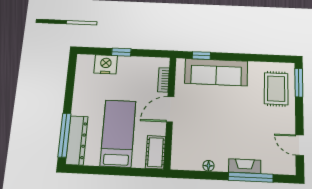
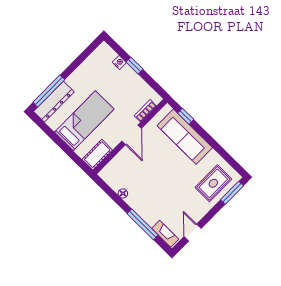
nightstand: (106, 64) -> (119, 62), width x0.53, depth x0.56
door: (170, 109) -> (132, 135), swing flipped
fireplace: (245, 166) -> (165, 234), moved

